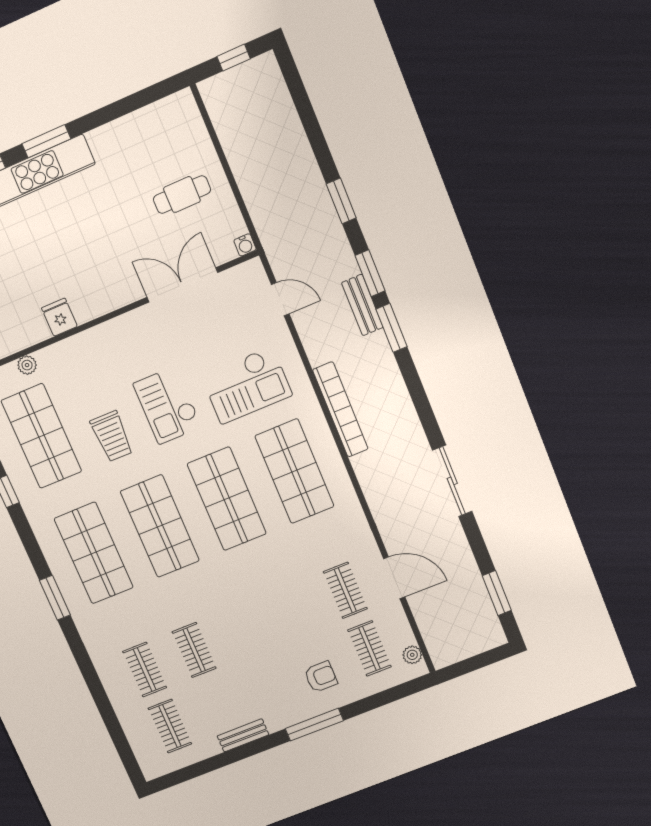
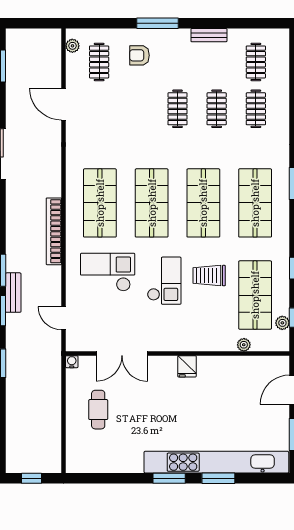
cafe table: (182, 195) -> (98, 410), turned 90
fridge: (59, 317) -> (187, 366), moved
trolley: (112, 436) -> (209, 276), turned -90
clothes rail: (345, 590) -> (177, 109), moved

